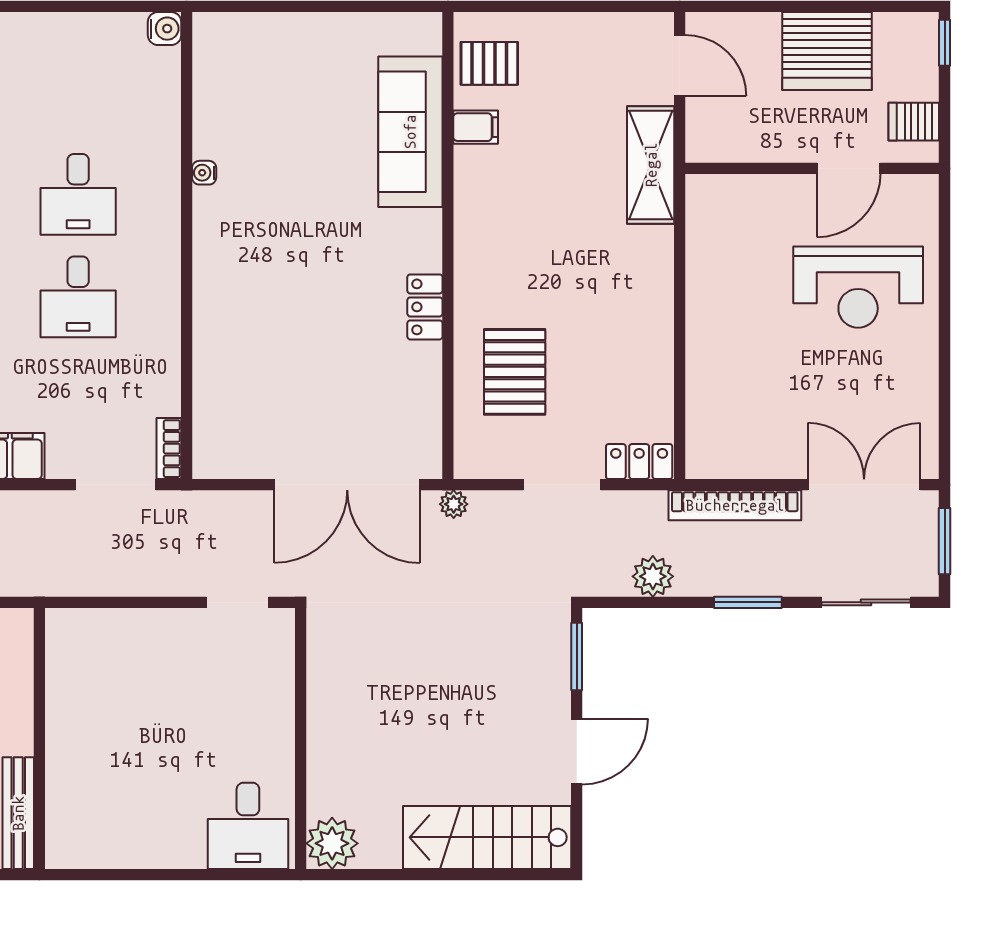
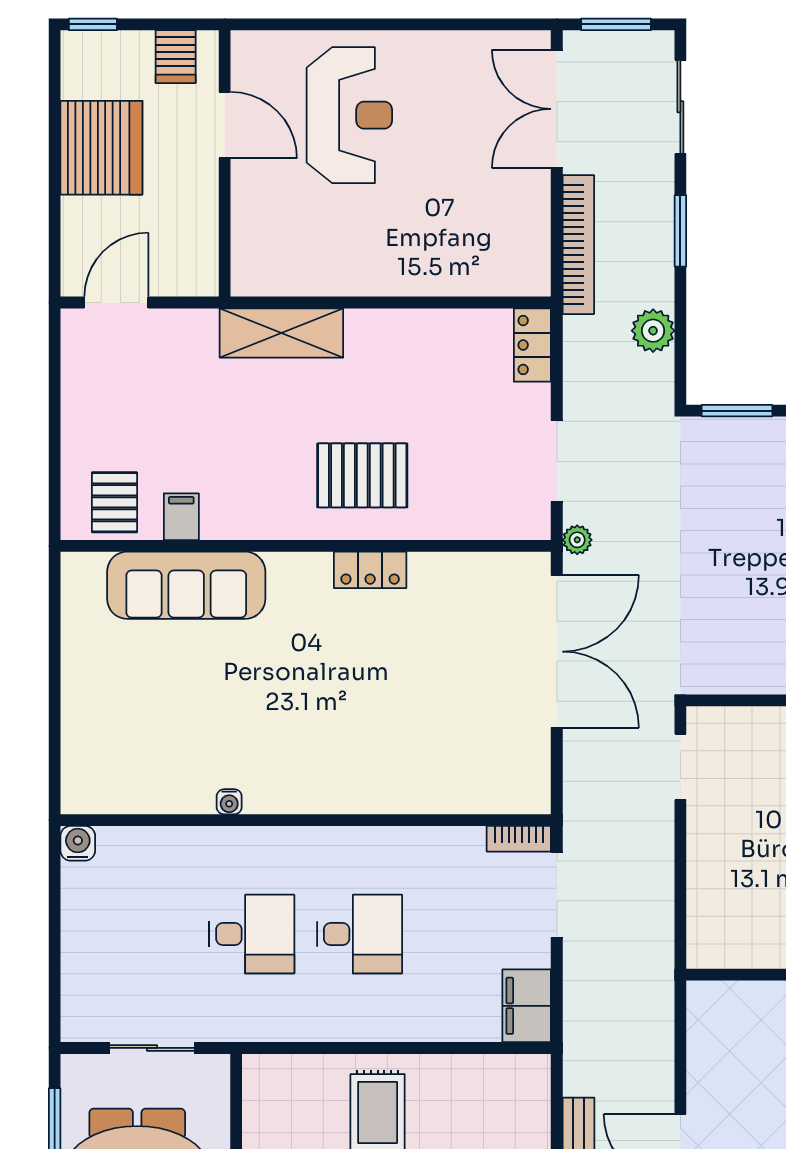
shelving: (651, 165) -> (281, 333), moved
pallet: (515, 372) -> (362, 475), moved
doorway: (562, 485) -> (557, 461), moved

